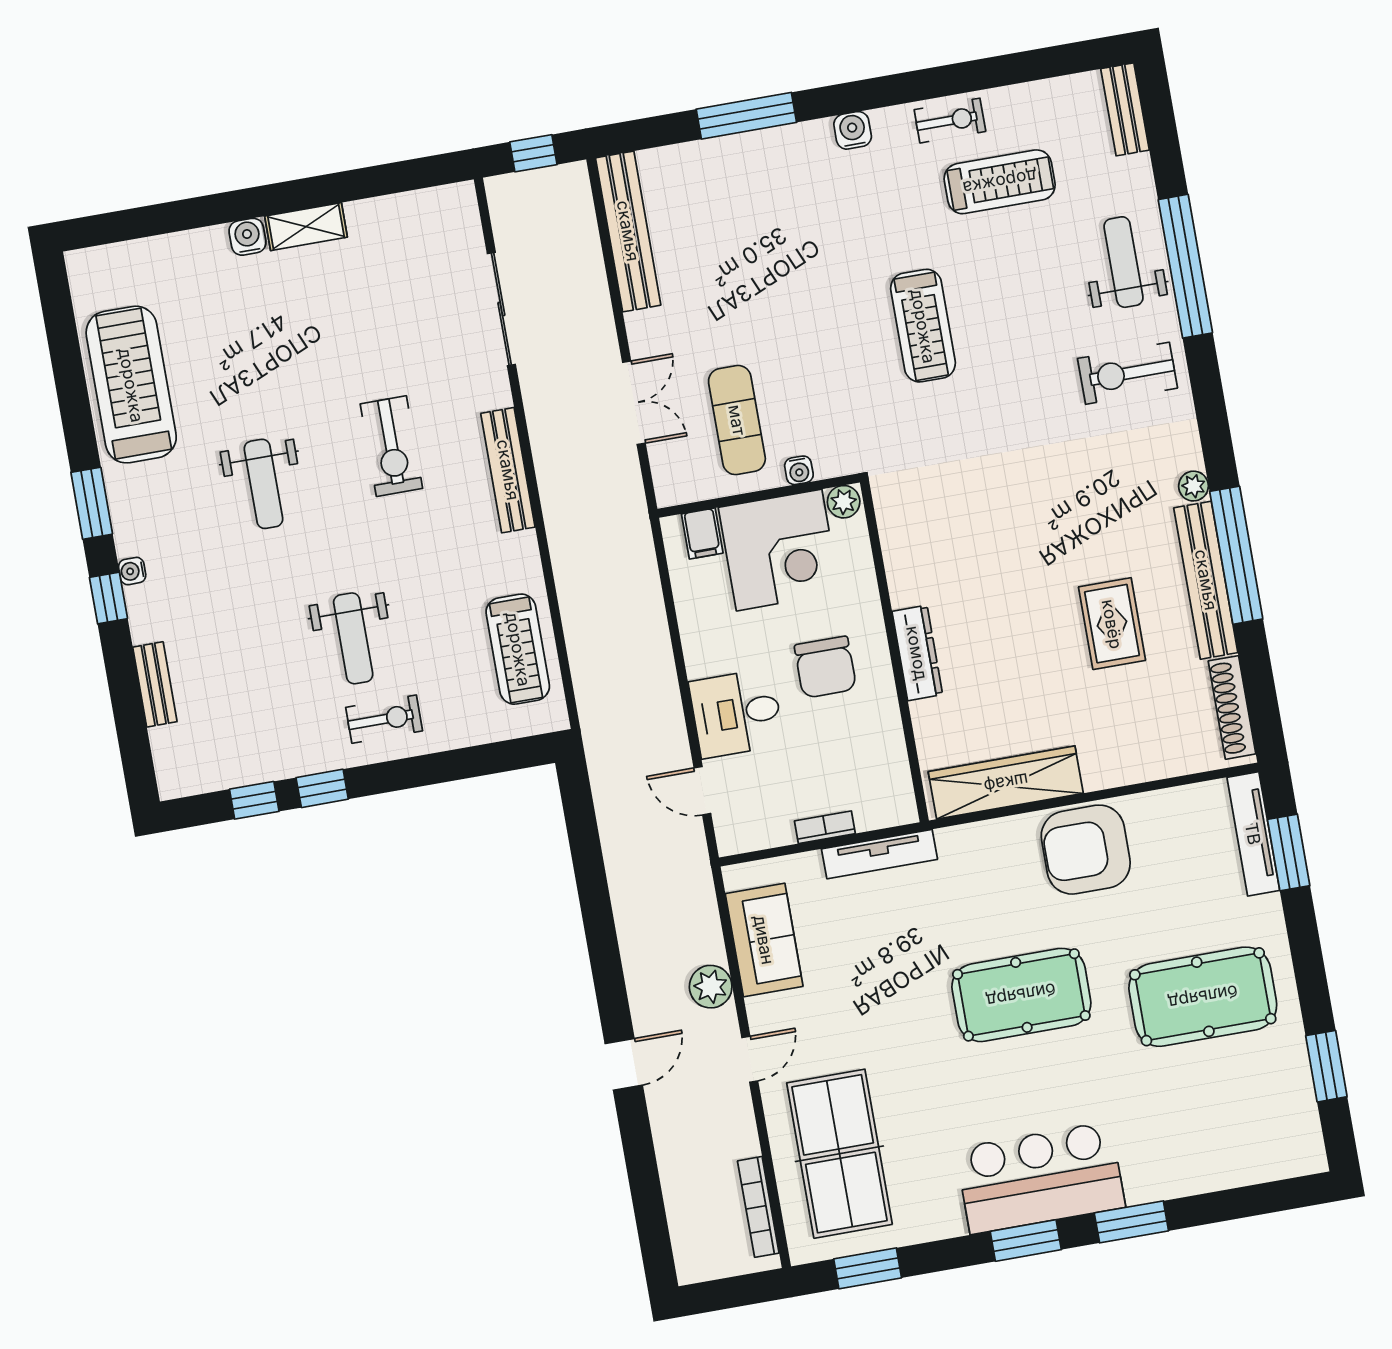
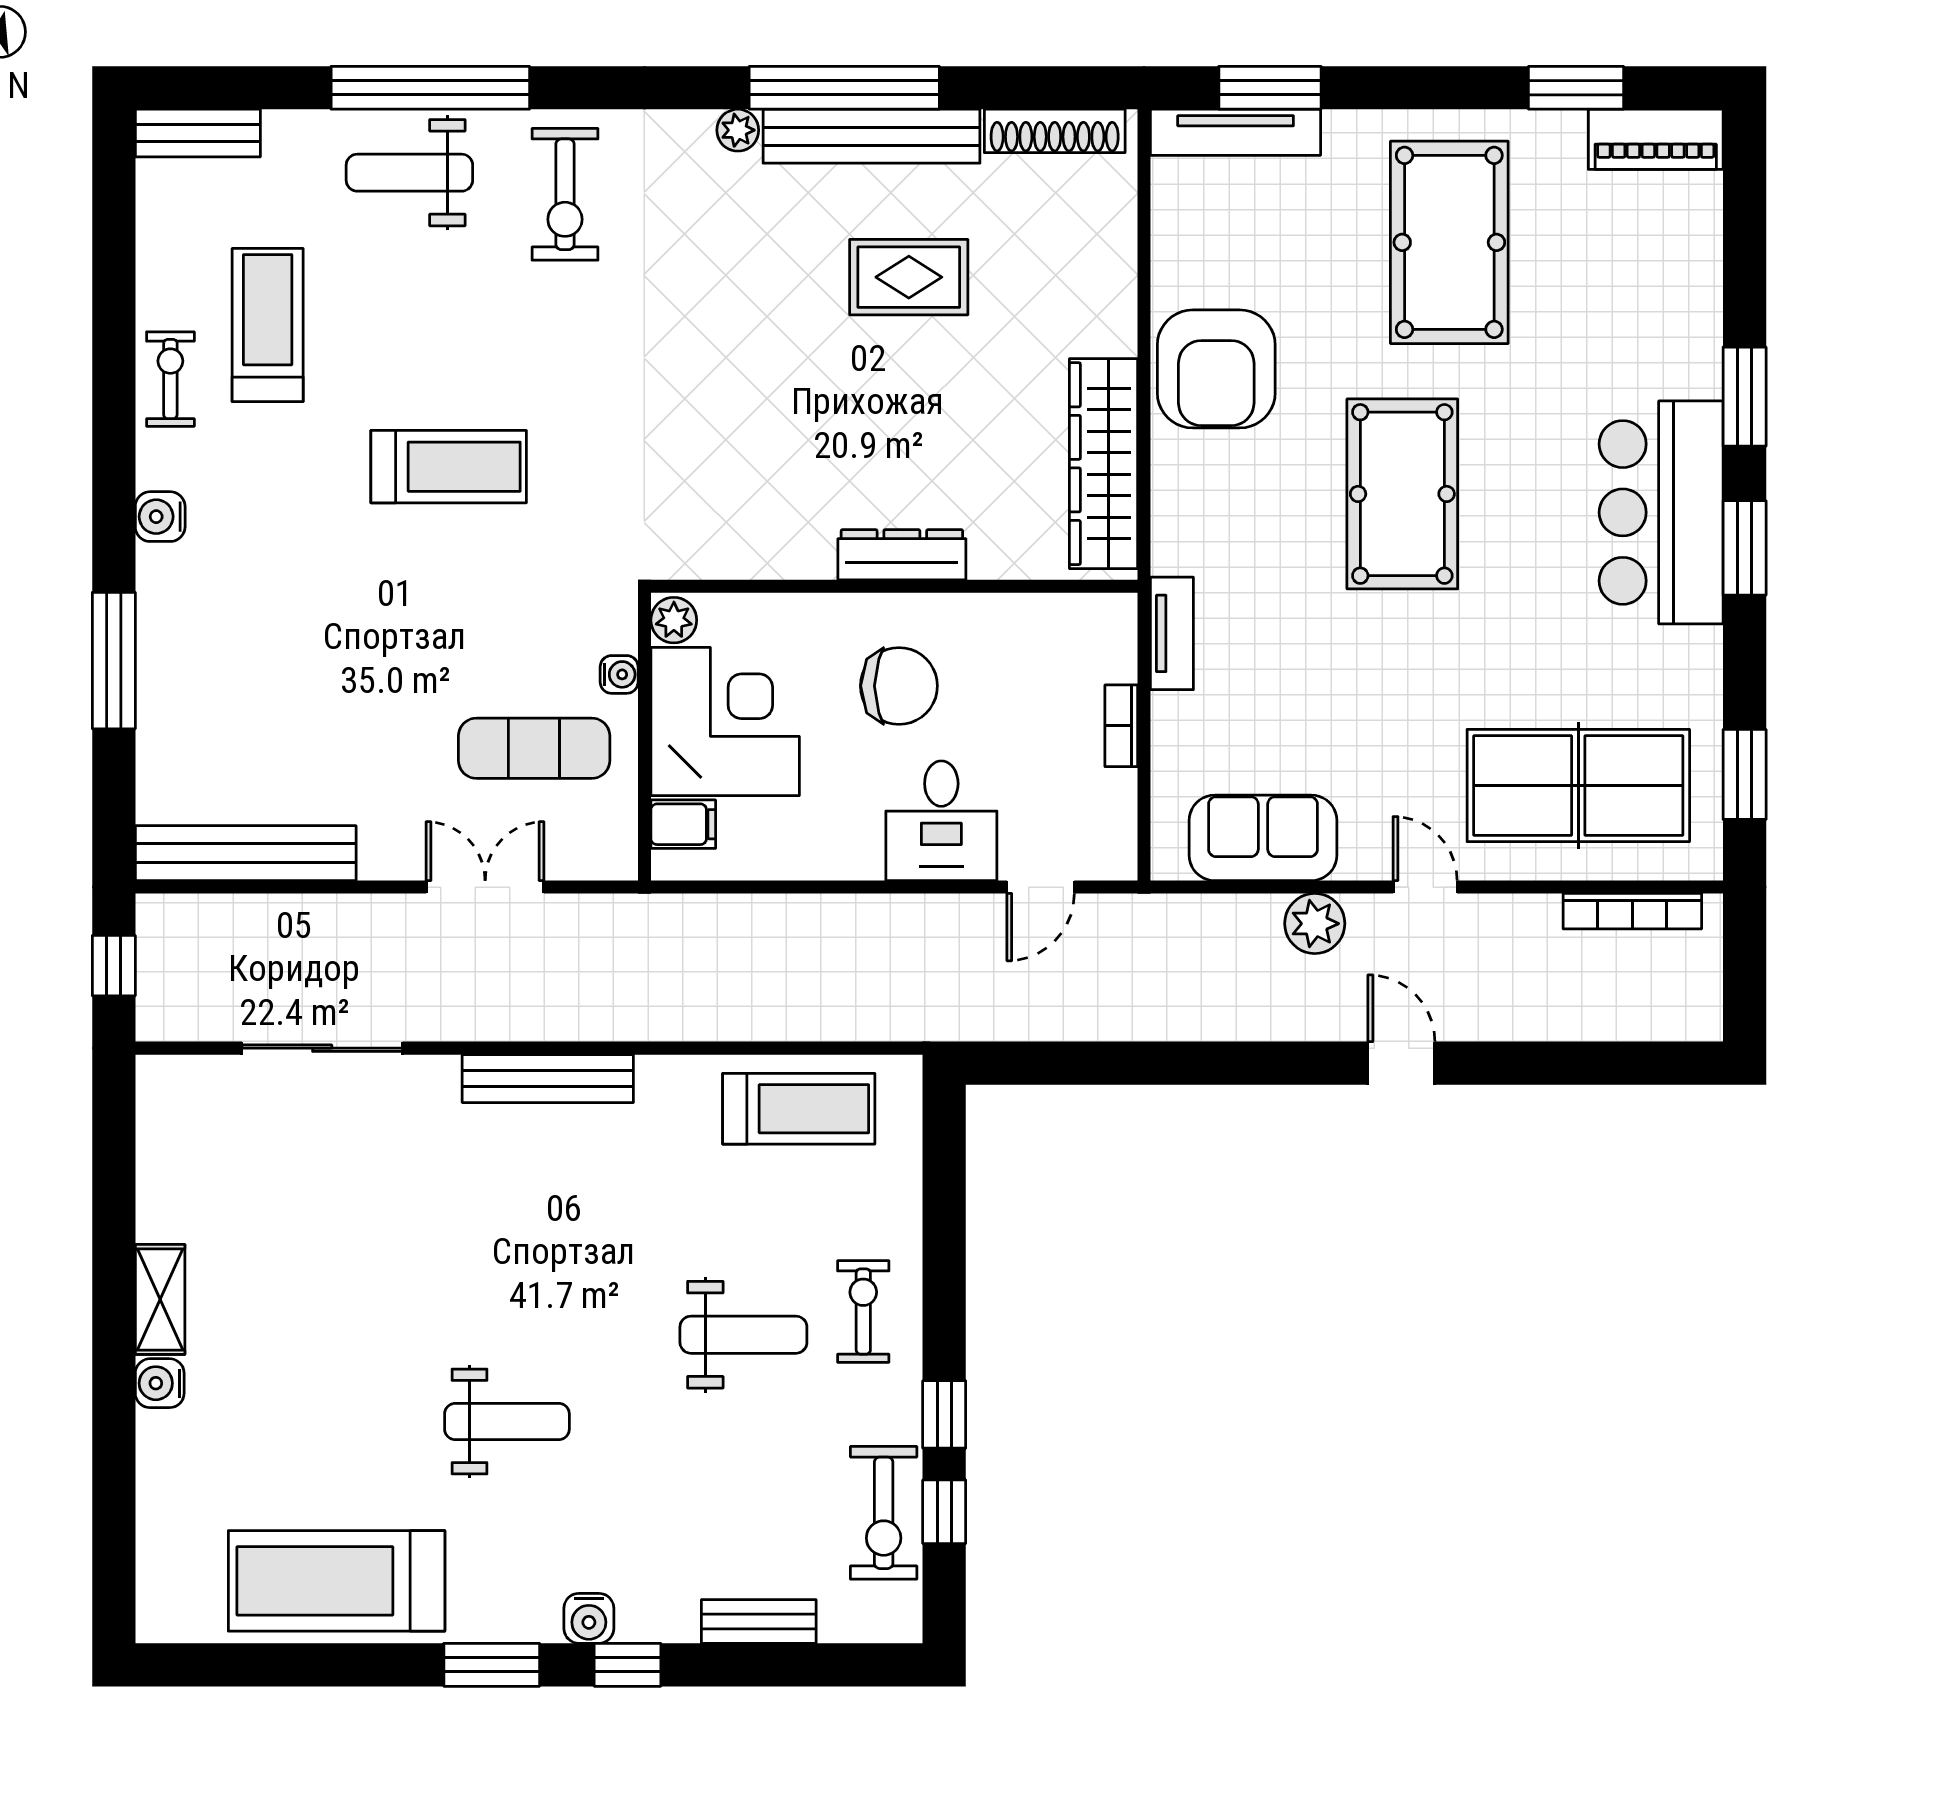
exercise bike: (391, 446) -> (884, 1513), moved, turned 90
water cooler: (132, 571) -> (589, 1618), width x1.38, depth x1.38
tv unit: (879, 854) -> (1172, 633), width x0.71
piano: (1300, 1128) -> (1656, 139), added

